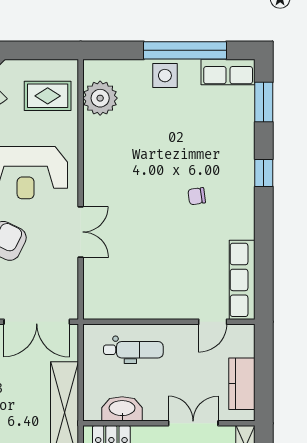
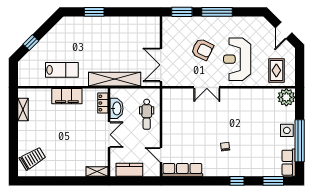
plant: (100, 98) -> (286, 97), moved
double door: (193, 423) -> (109, 135), moved

